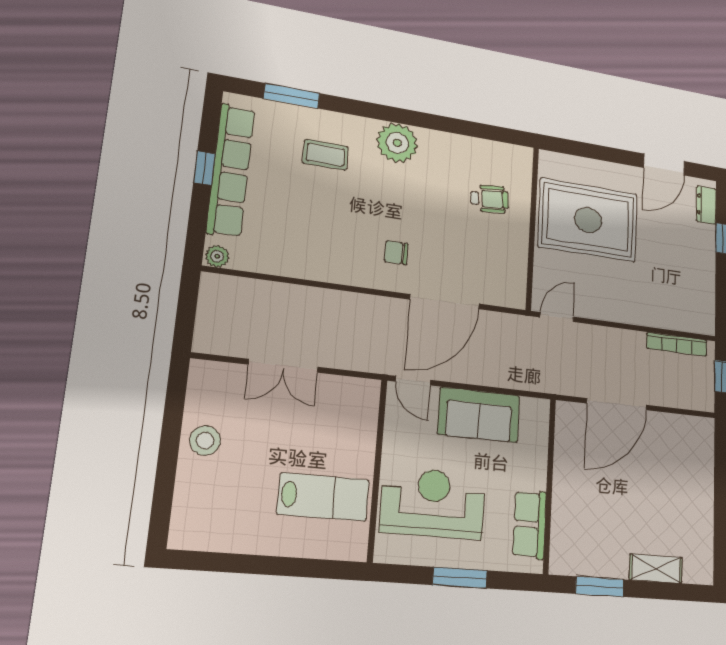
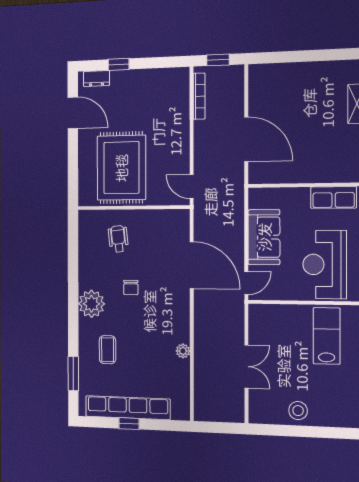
chair: (396, 253) -> (131, 287), moved
plant: (217, 256) -> (183, 351), moved

